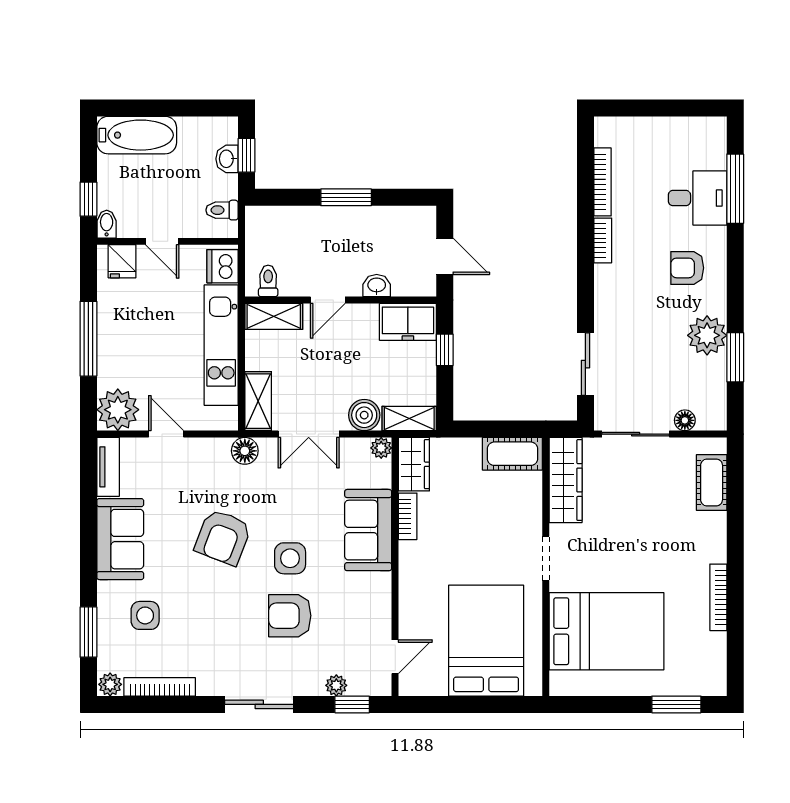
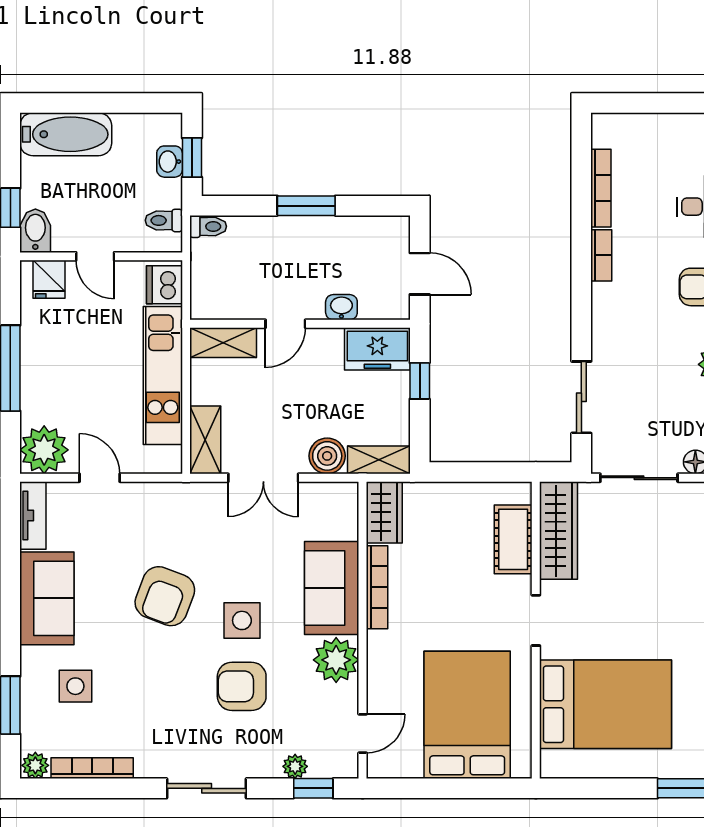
bidet: (107, 224) -> (35, 231), width x1.38, depth x1.36
toilet: (268, 281) -> (208, 226), moved, turned 90
plant: (381, 448) -> (336, 660), moved, width x1.88, depth x1.88
floor lamp: (245, 451) -> (190, 497), removed
cot: (512, 454) -> (513, 539), moved, turned 90
bookcase: (408, 516) -> (377, 587), width x1.56

